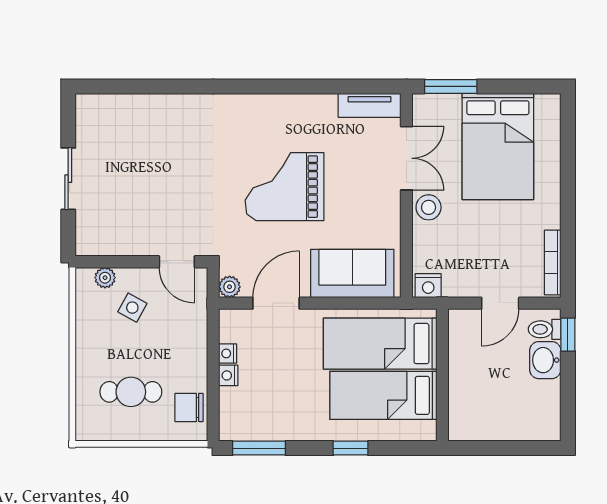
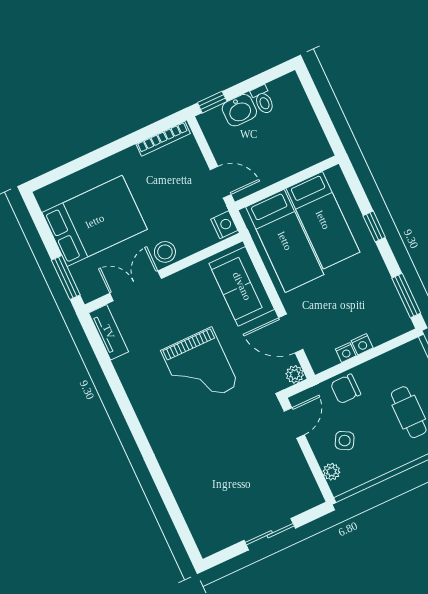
door: (500, 303) -> (221, 182), moved
toilet: (545, 329) -> (263, 100), moved
chair: (189, 408) -> (346, 389), moved, turned 90

